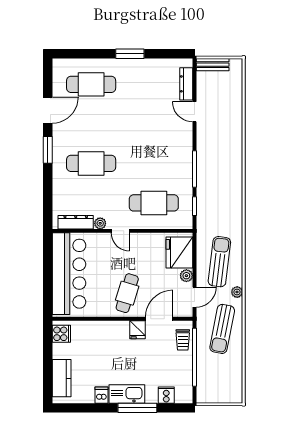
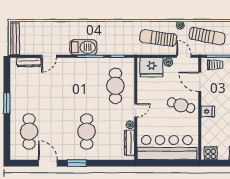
bench: (213, 65) -> (15, 39), width x1.36
barbecue: (207, 159) -> (83, 47), added
fridge: (138, 330) -> (208, 111), moved

